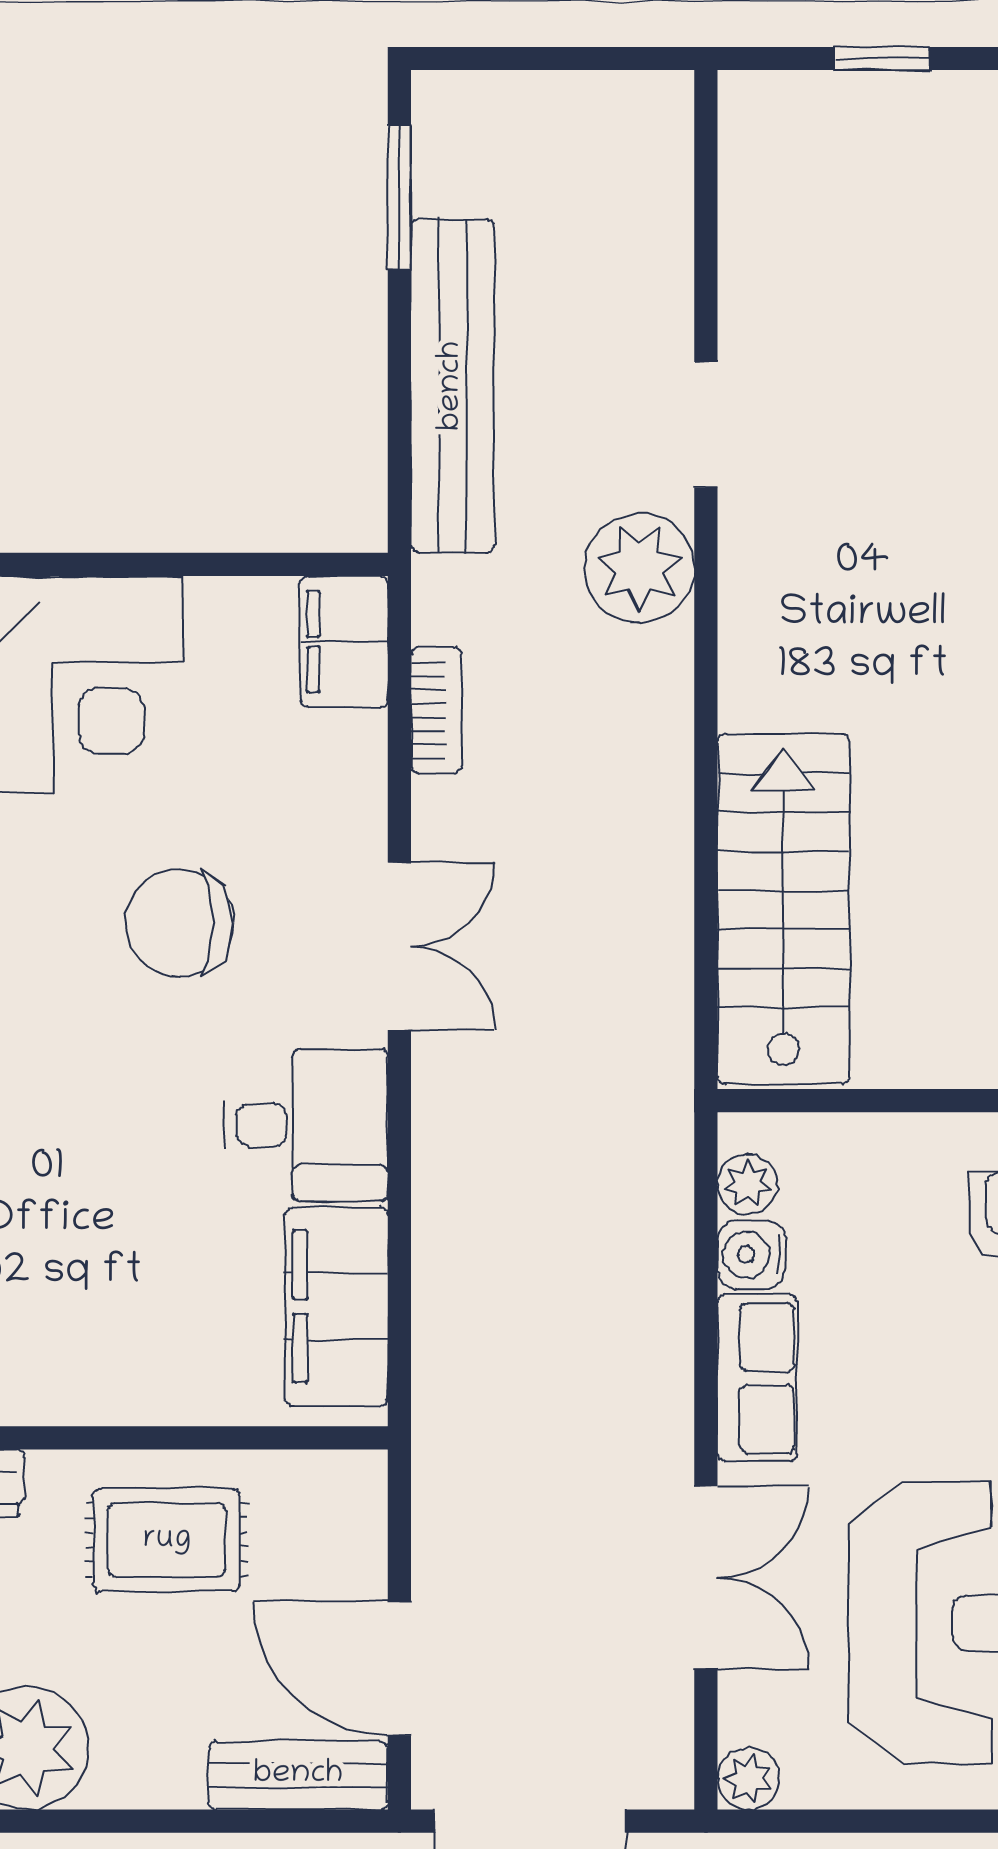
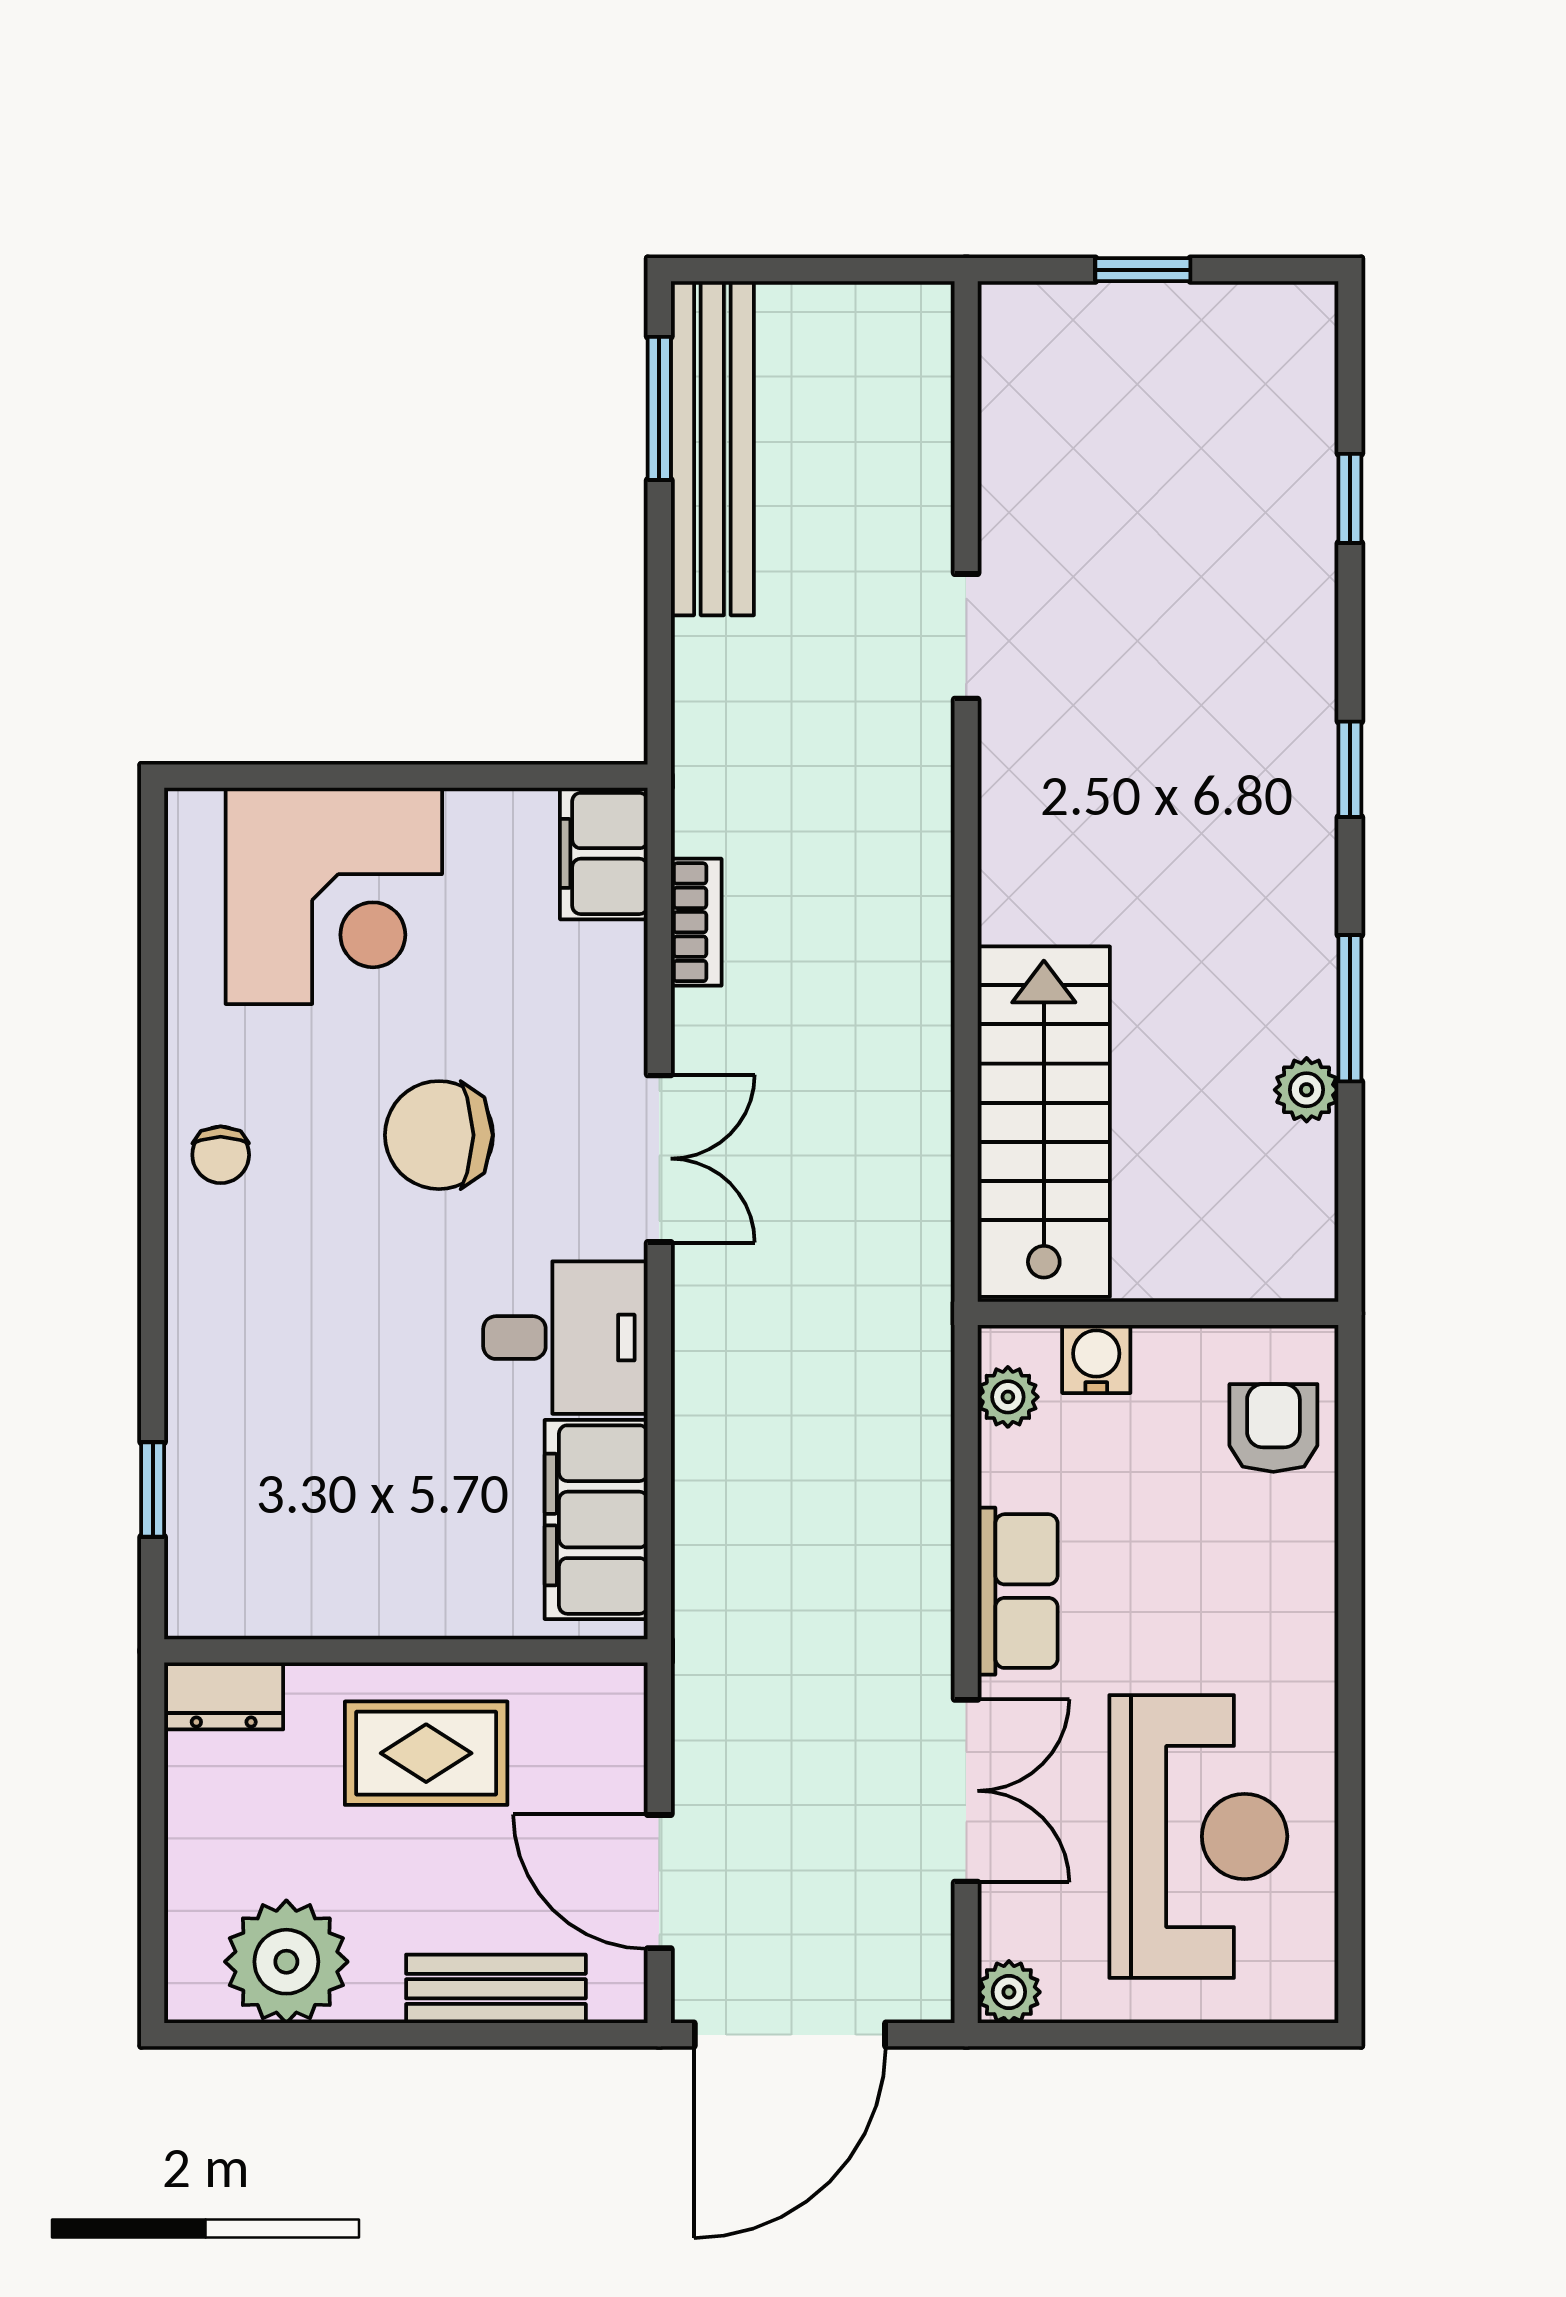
bench: (452, 386) -> (712, 448), moved
plant: (639, 568) -> (900, 780), removed
water cooler: (752, 1254) -> (1096, 1359), moved, turned 90
bench: (298, 1775) -> (496, 1989), moved

